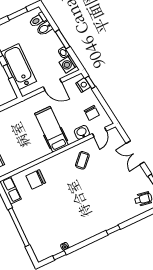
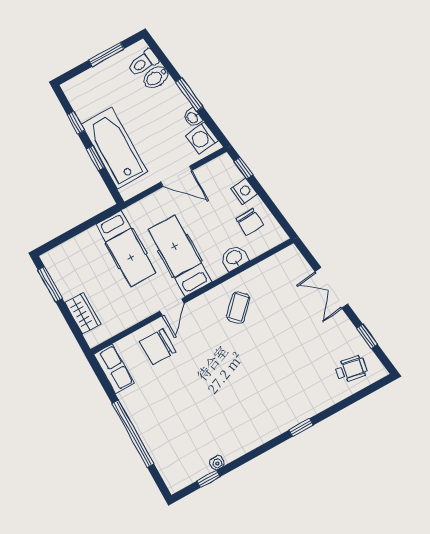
nightstand: (83, 85) -> (244, 191), moved
hospital bed: (22, 123) -> (126, 249), added
door: (99, 132) -> (172, 307), moved

